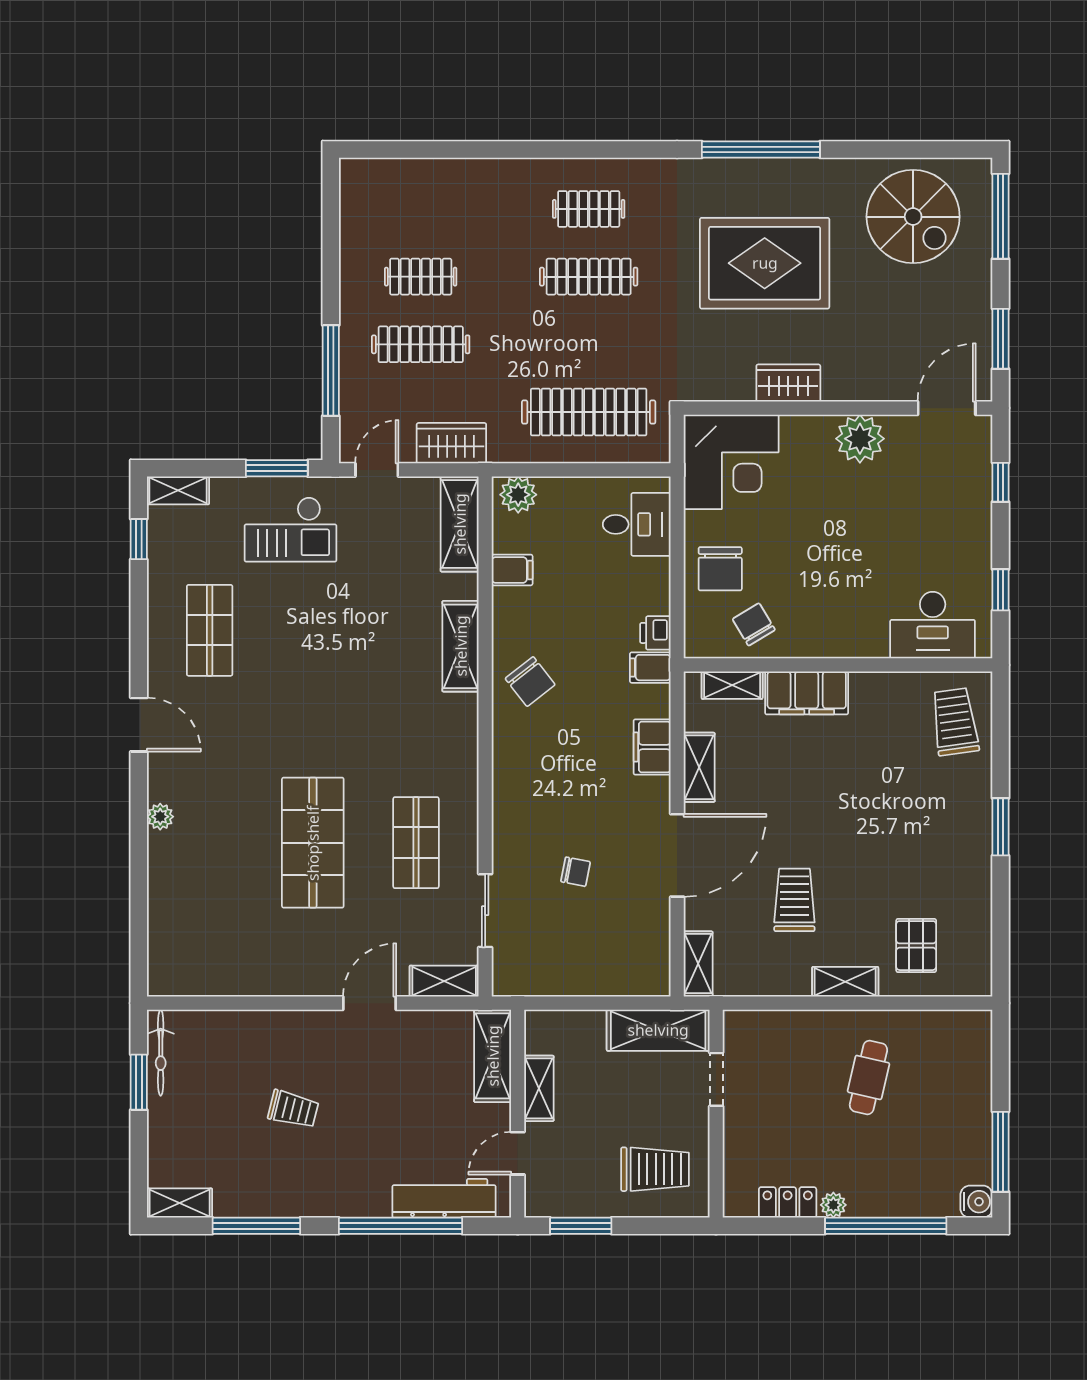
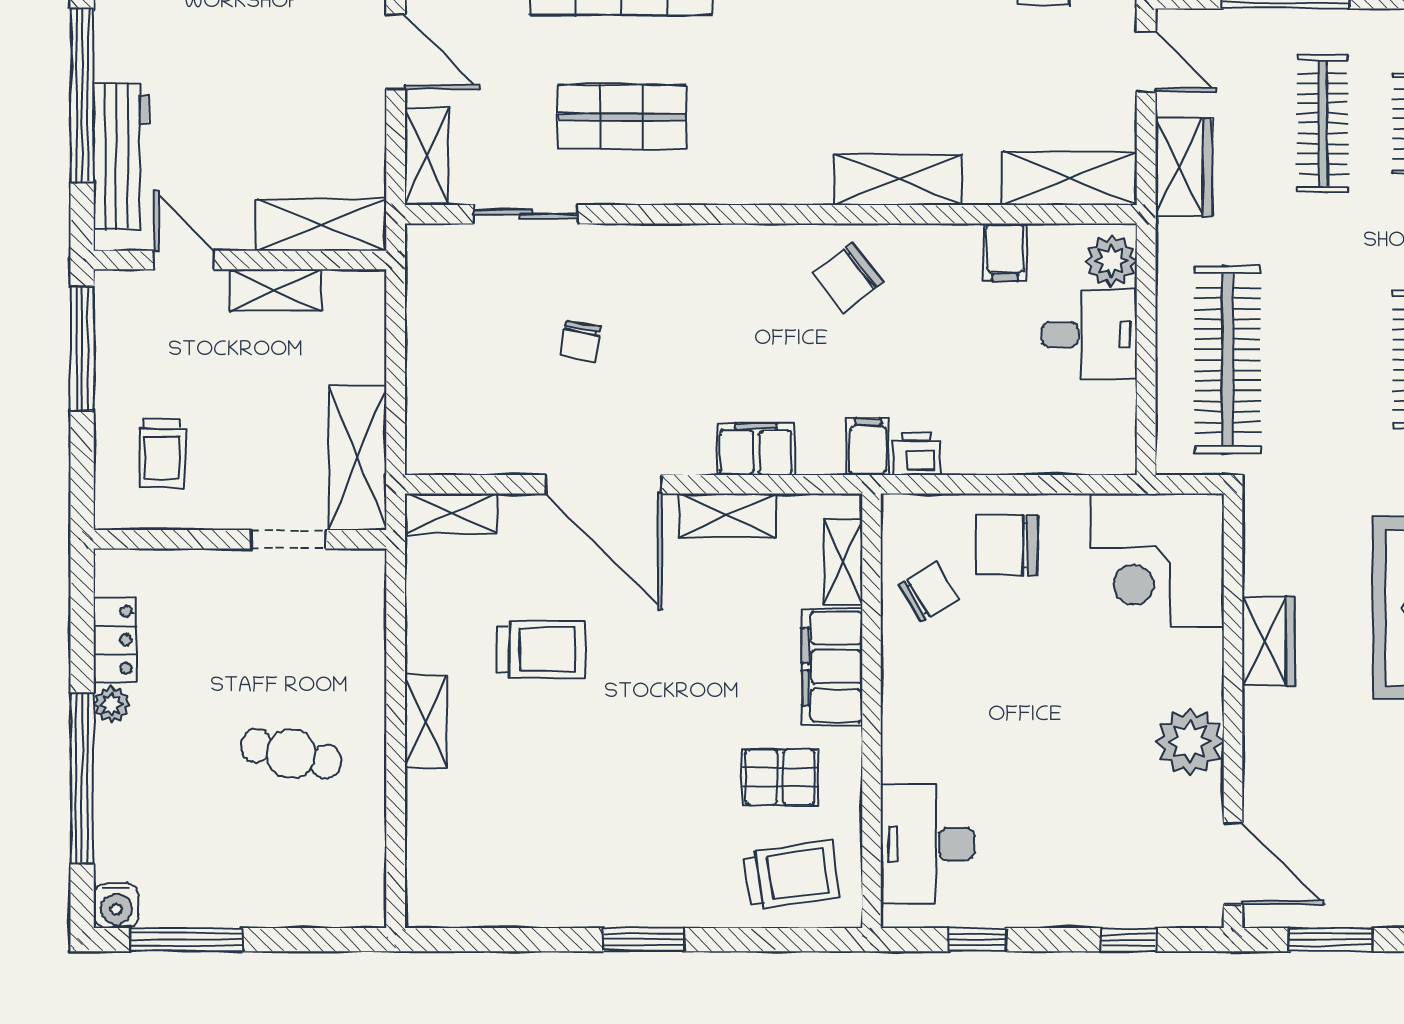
desk: (637, 524) -> (1089, 334), moved, turned -90
pallet: (916, 946) -> (780, 777), moved
trolley: (655, 1169) -> (162, 453), width x0.73, depth x0.72
window: (581, 1226) -> (82, 349), width x1.44

